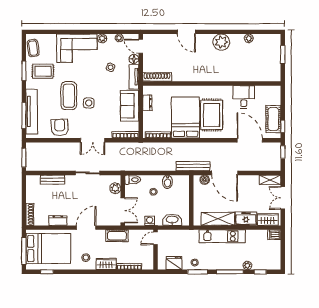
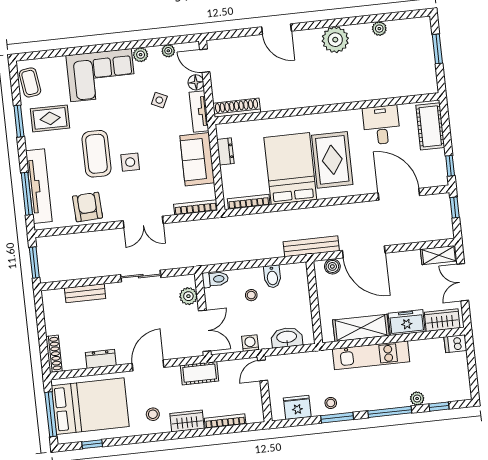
cot: (273, 119) -> (430, 126), moved

